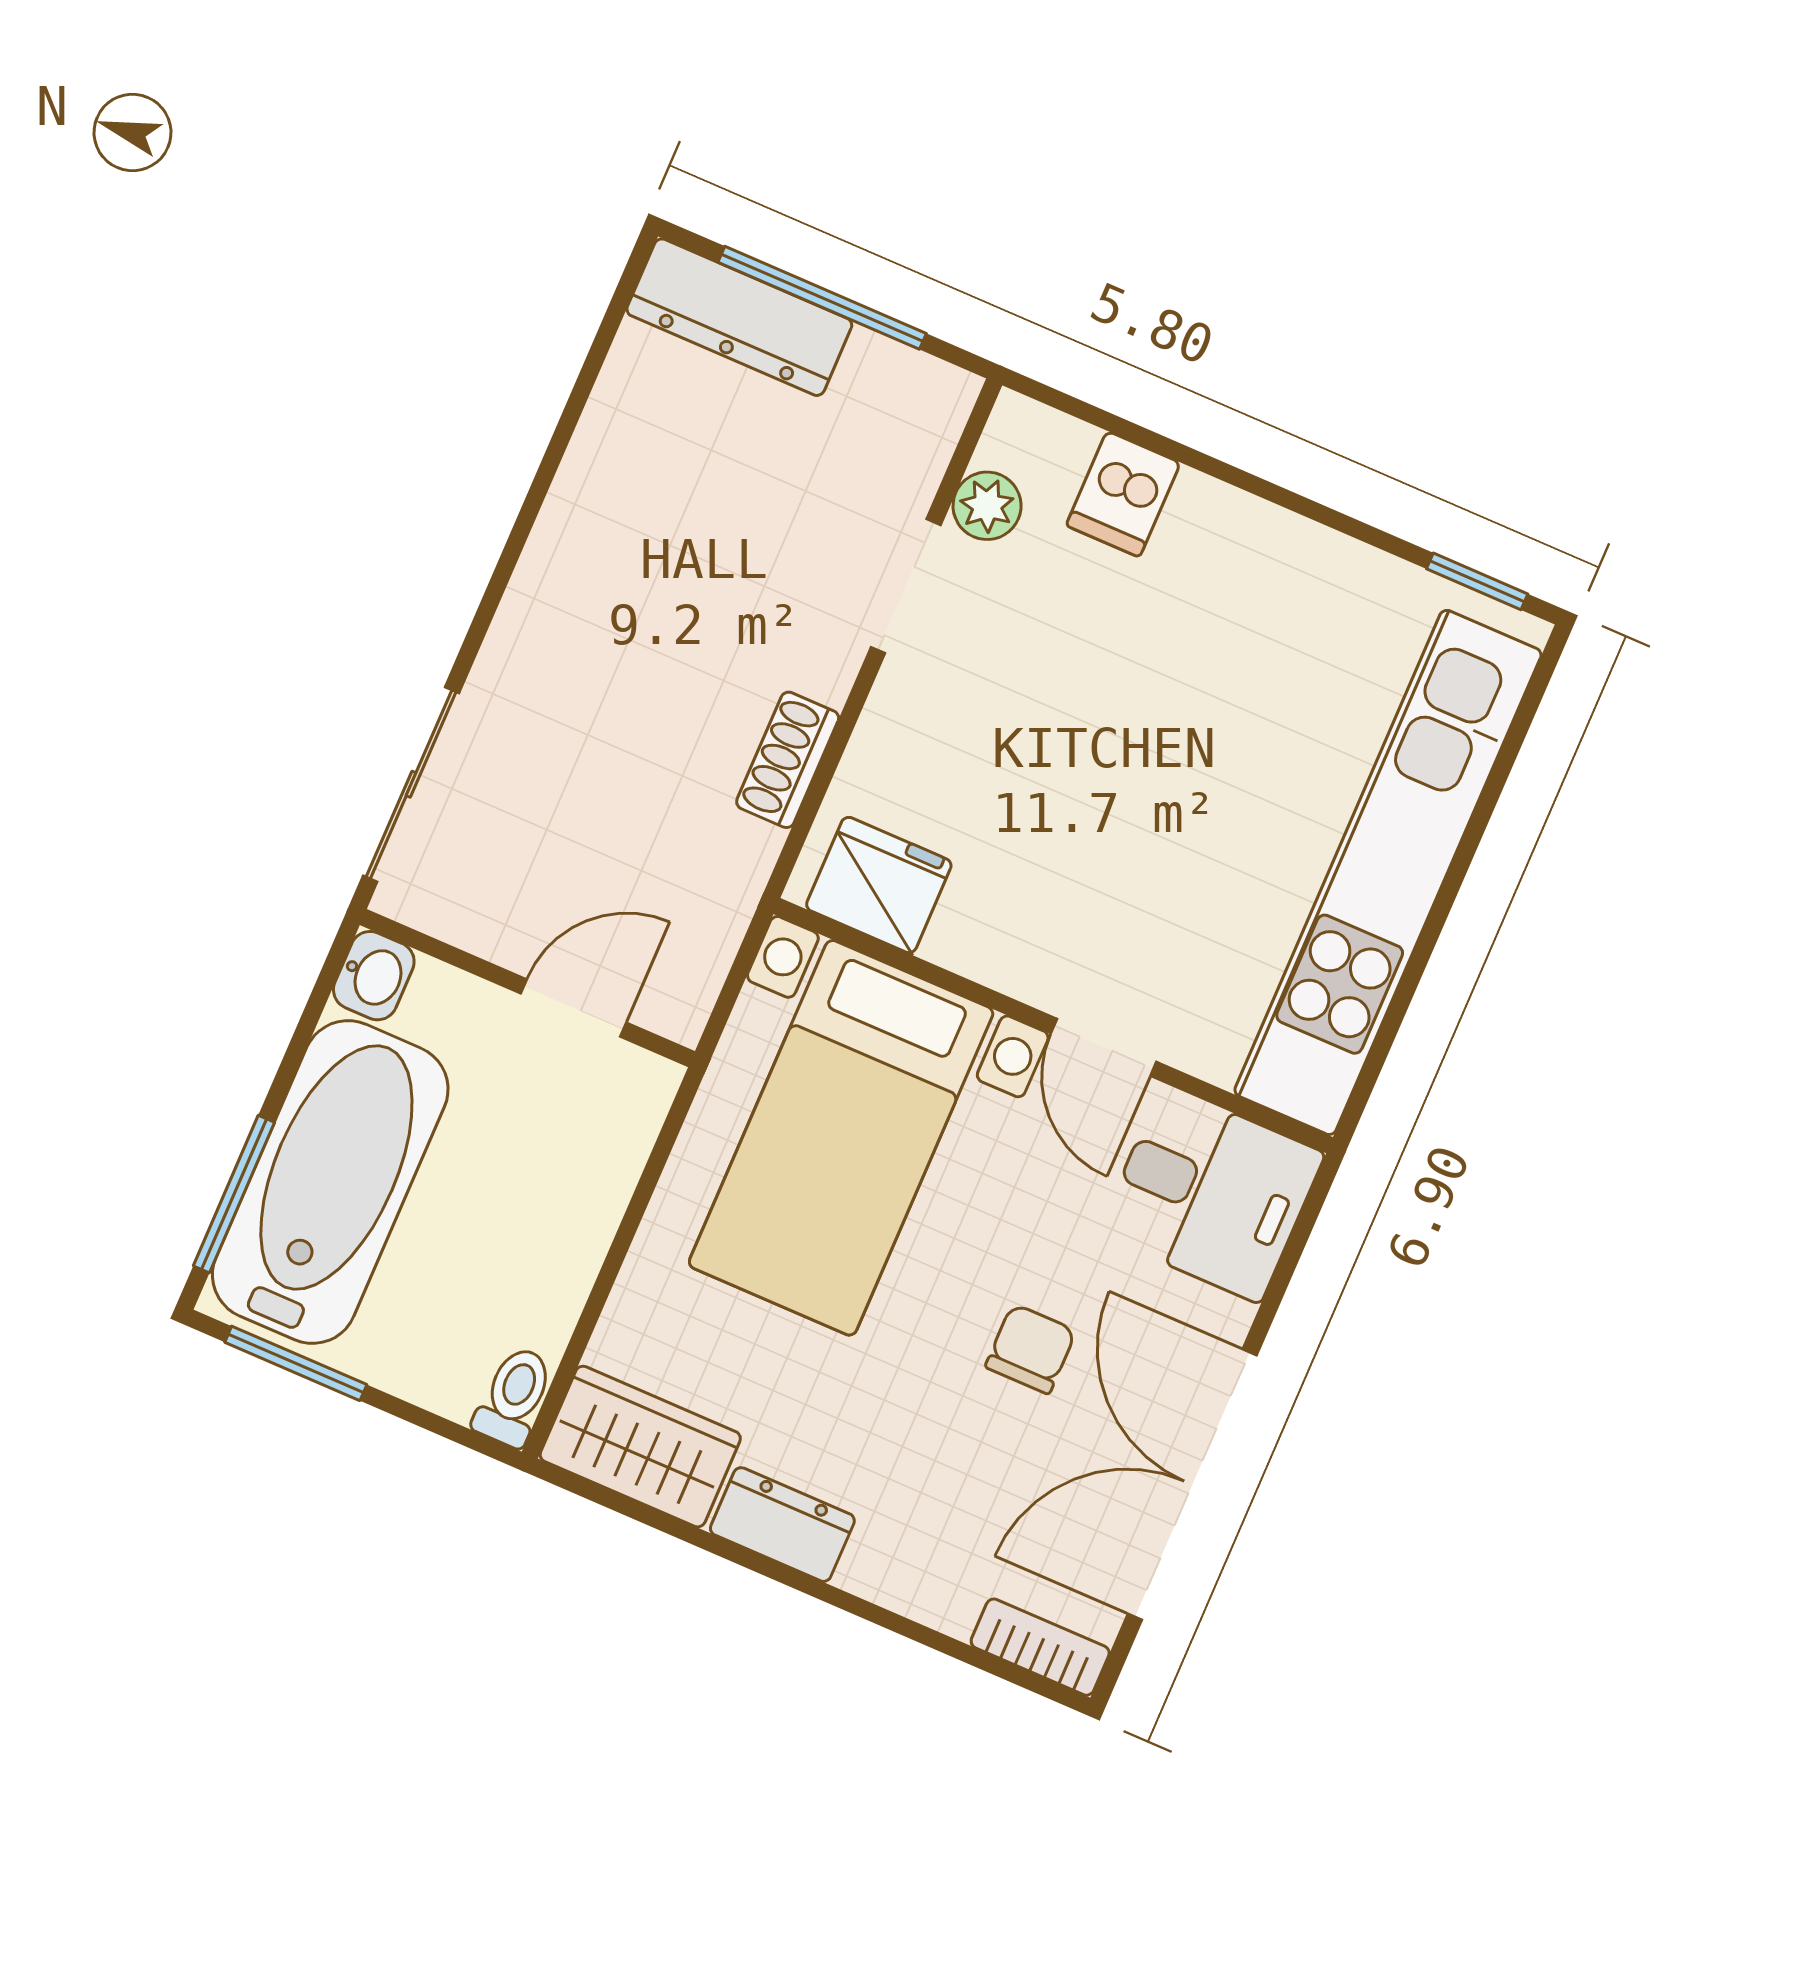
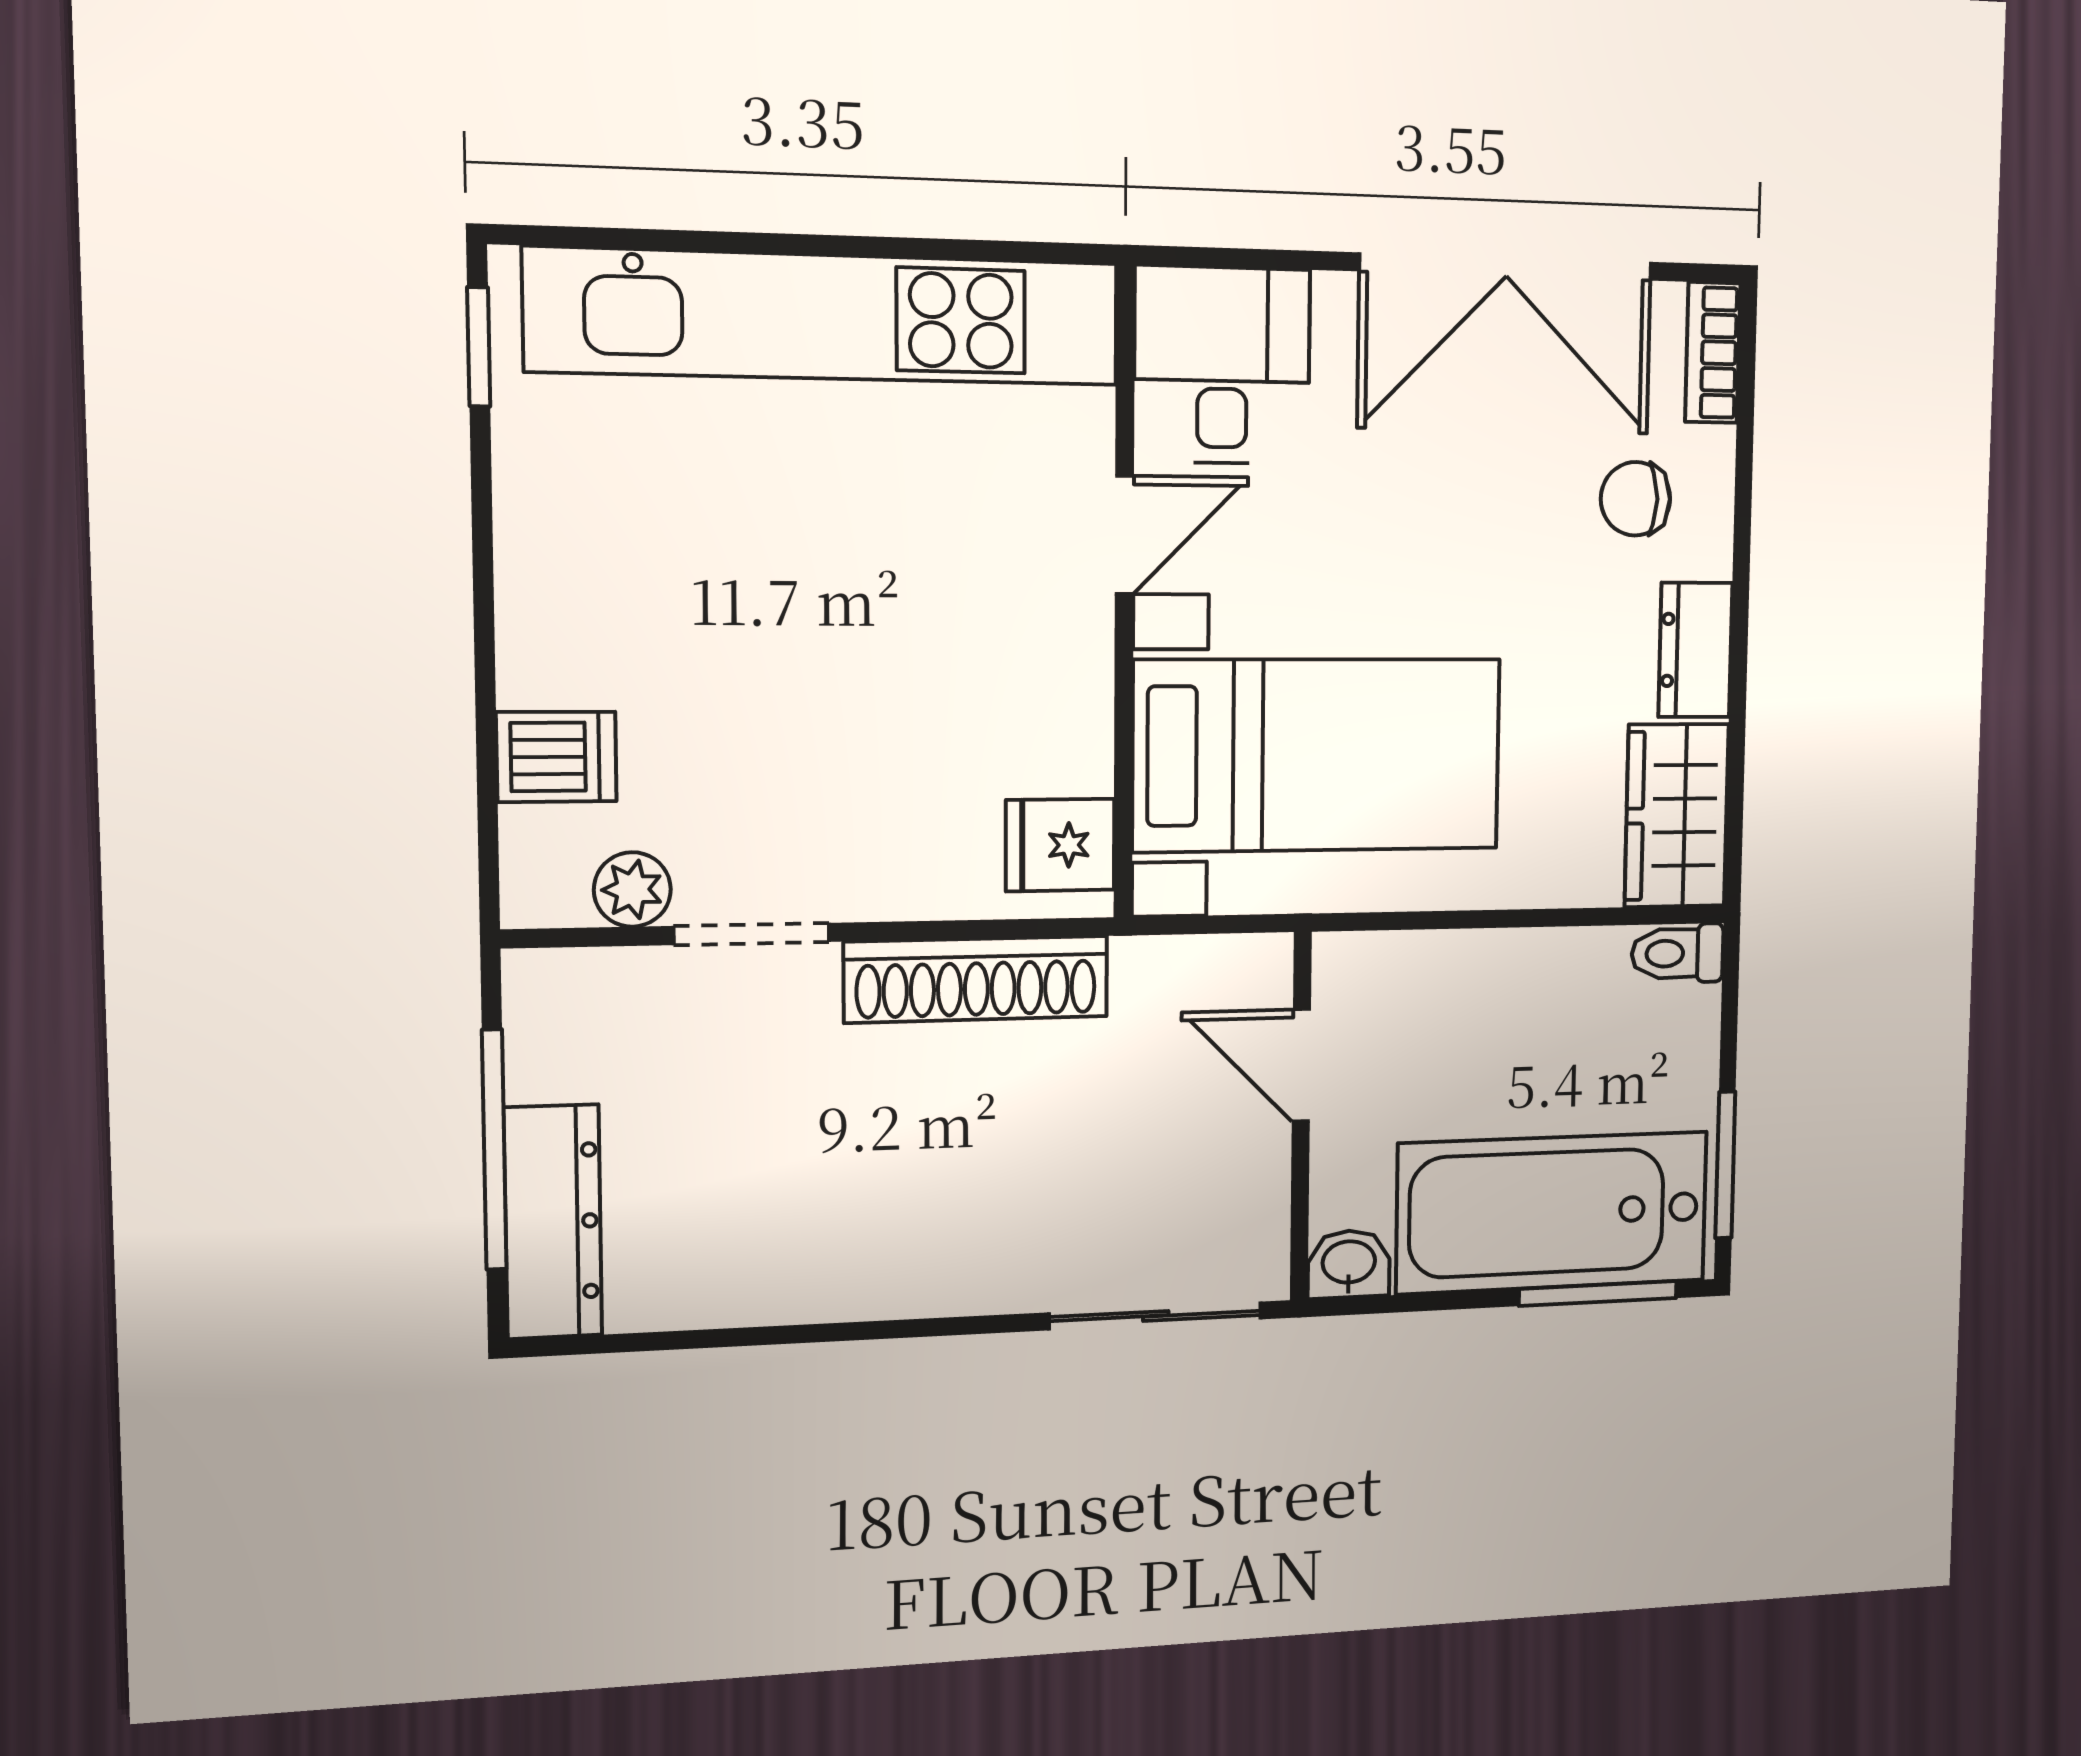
shoe rack: (788, 760) -> (976, 979), width x1.94, depth x1.24
fridge: (879, 885) -> (1060, 845), width x0.72
chair: (1031, 1349) -> (1635, 499), moved

